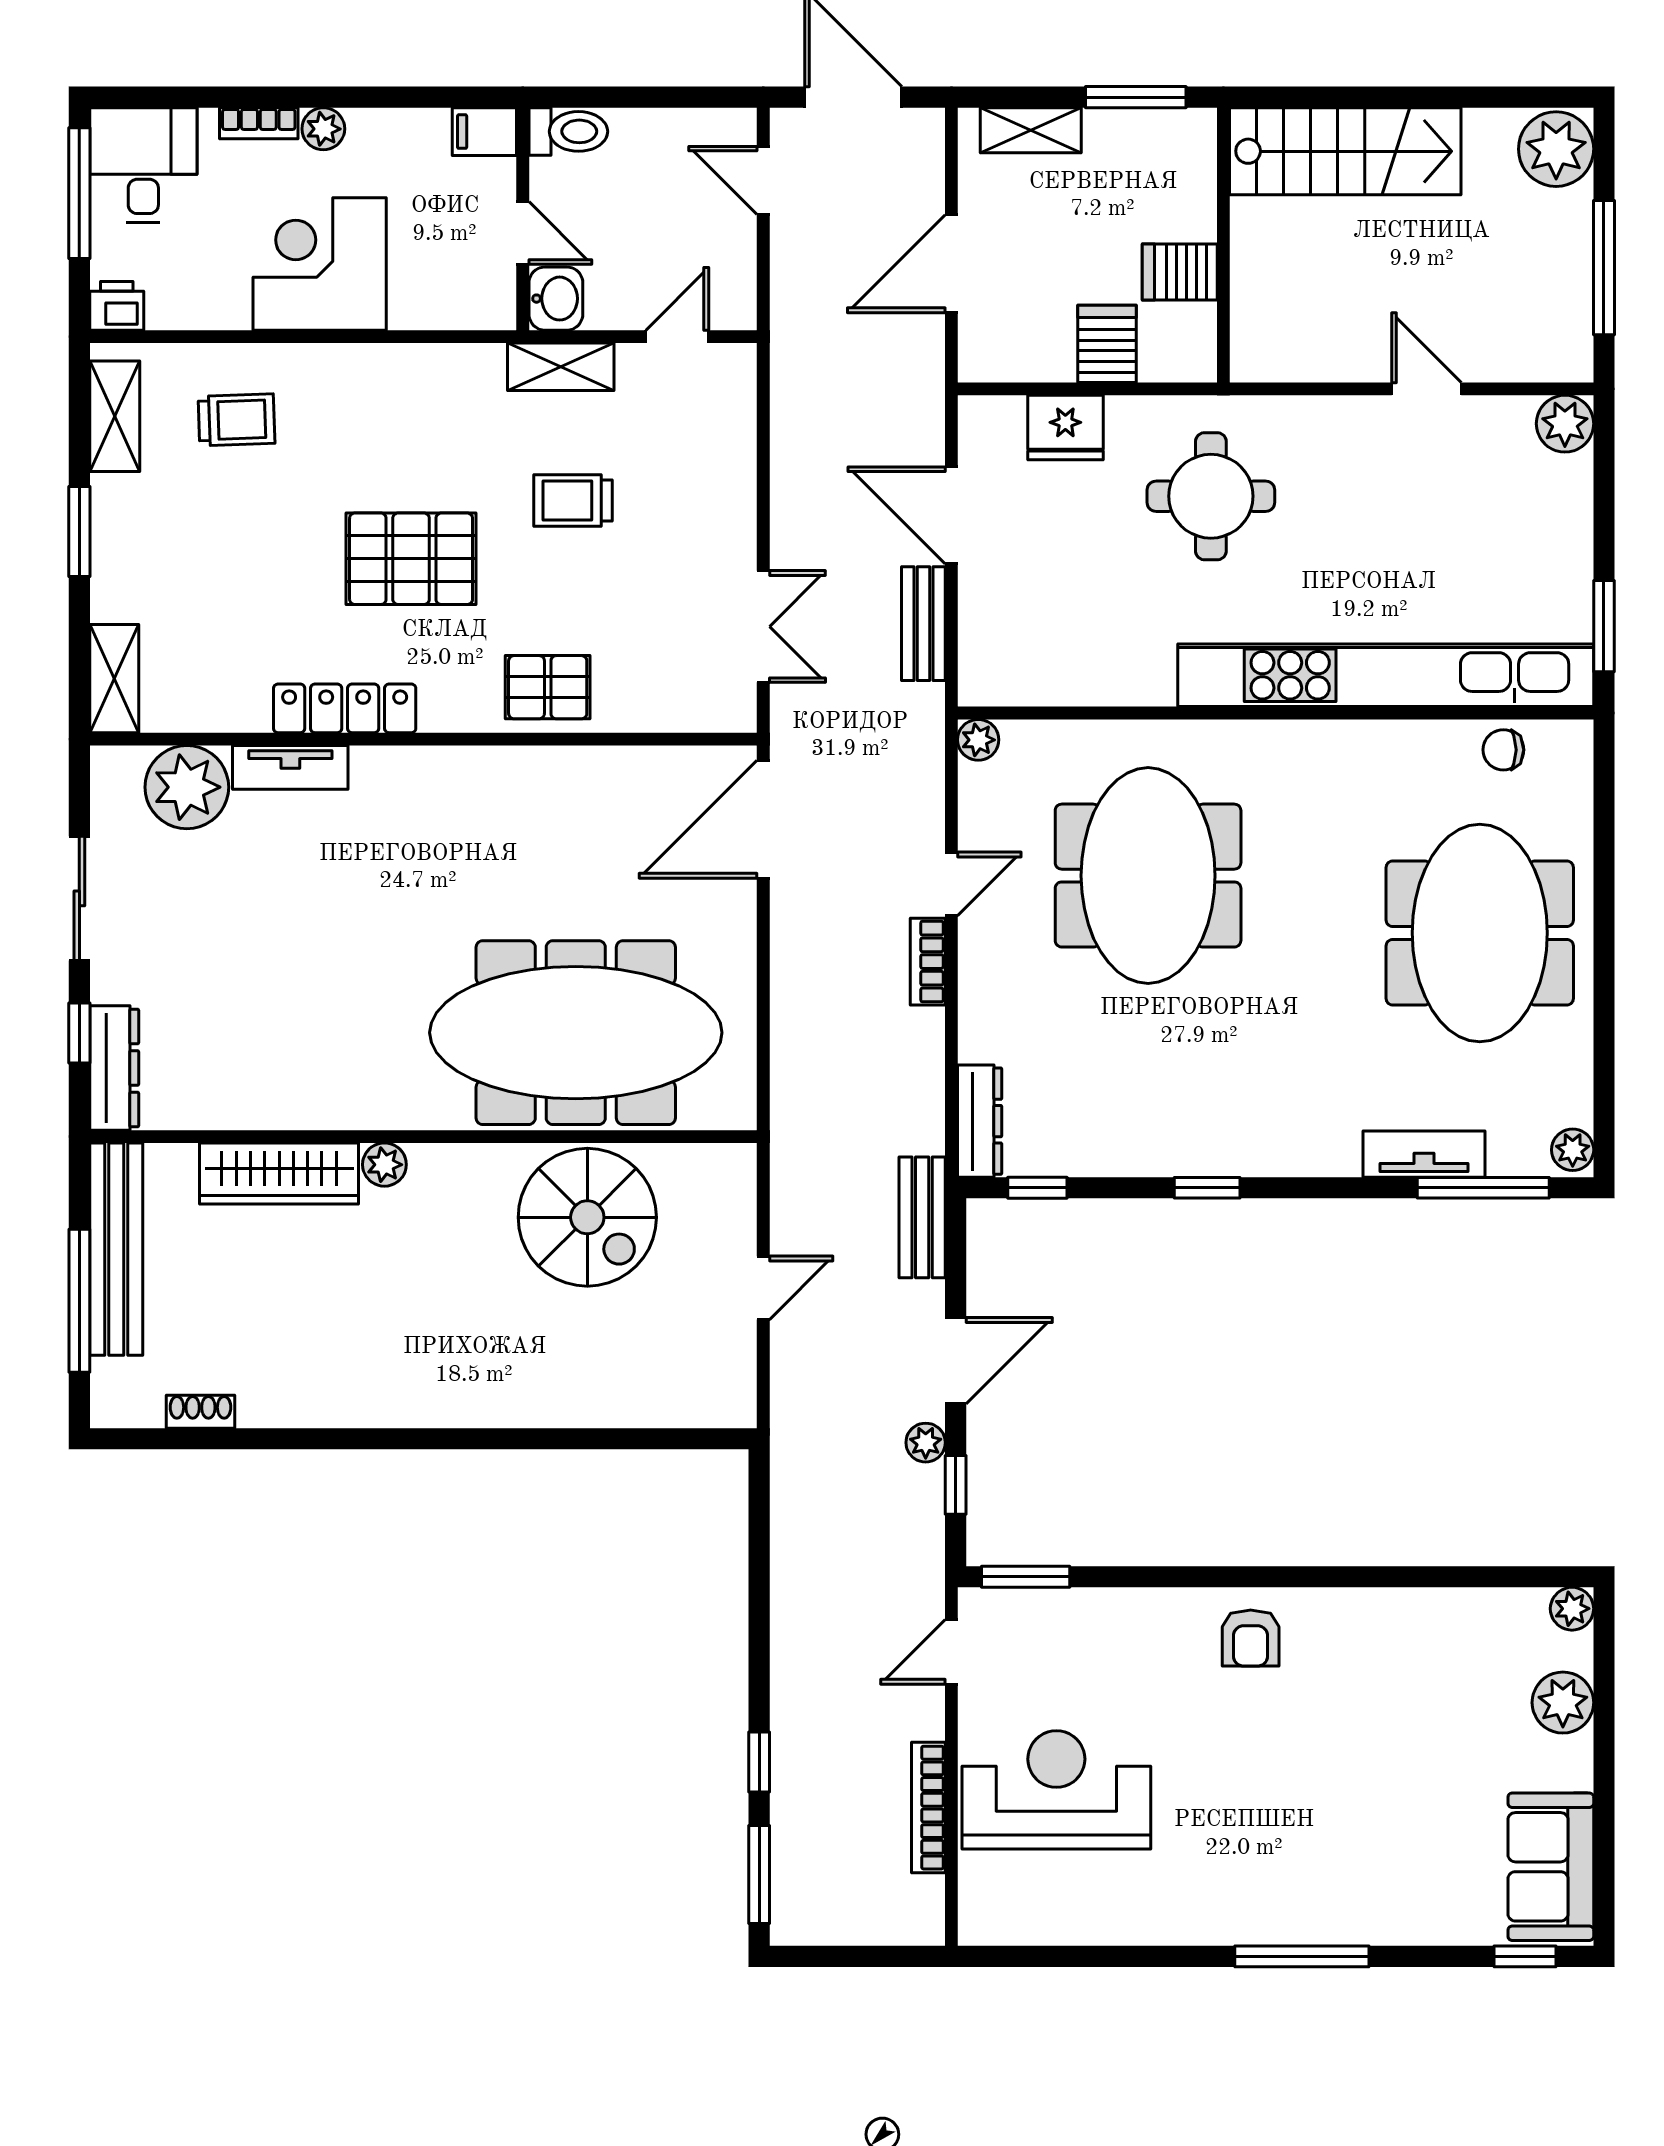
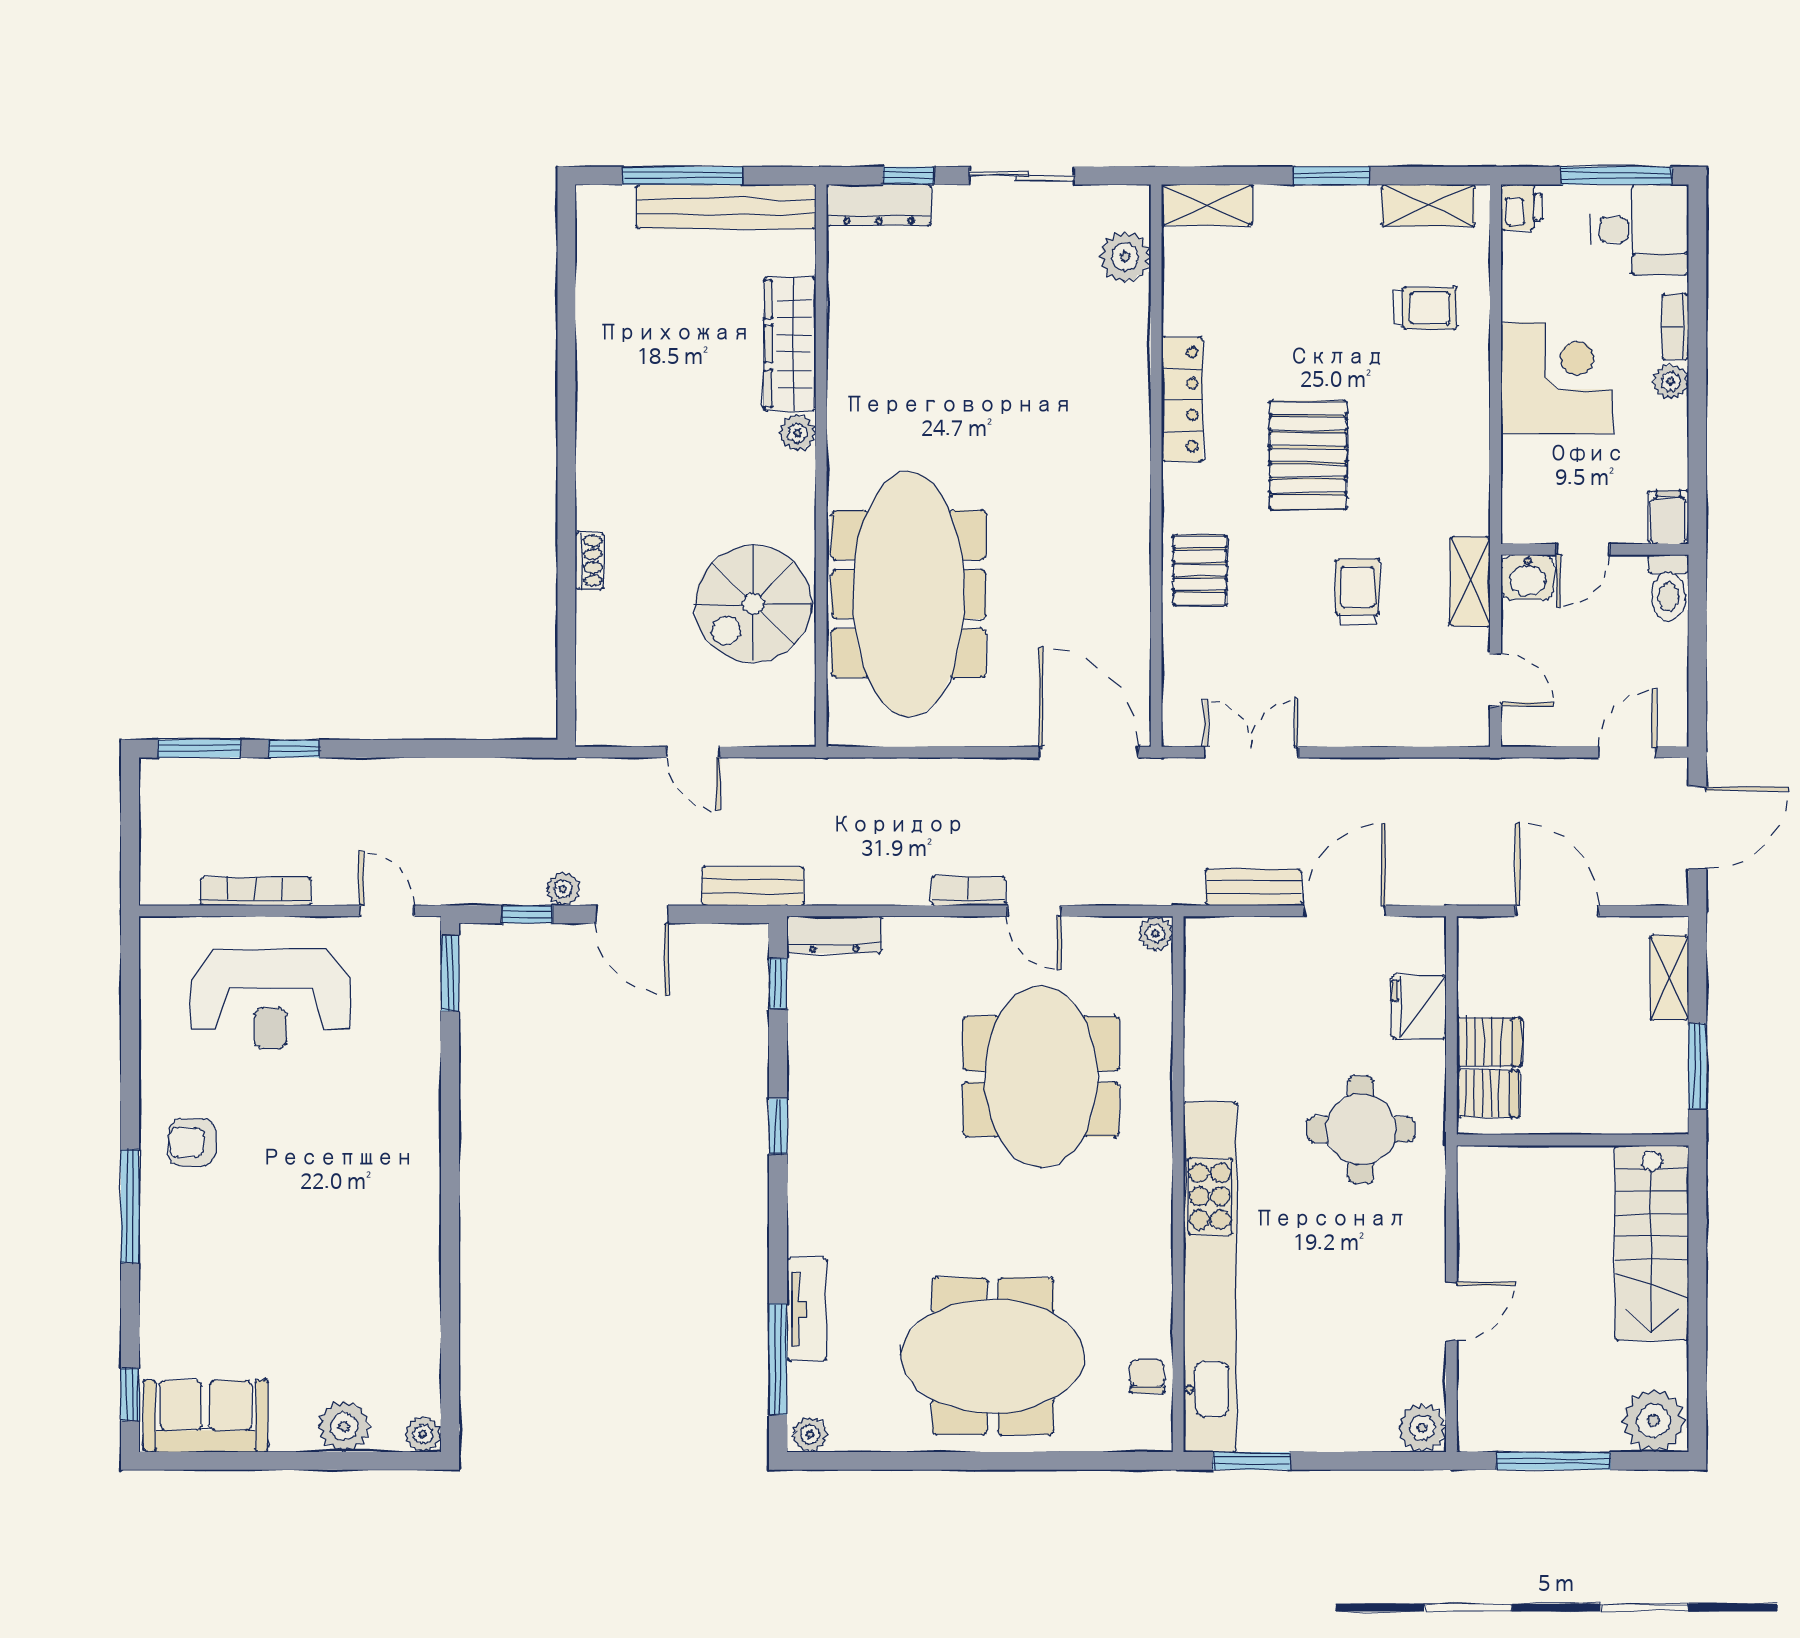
server rack: (1180, 272) -> (1488, 1094), moved, turned 90
trolley: (236, 420) -> (1425, 308), turned -88
double door: (763, 627) -> (1251, 752), swing flipped
tv unit: (290, 767) -> (1132, 354), removed
plant: (187, 787) -> (1125, 257), width x0.73, depth x0.73
meeting table: (1148, 876) -> (1041, 1077), turned 90
shoe rack: (201, 1412) -> (589, 561), moved
armchair: (1251, 1638) -> (192, 1142), moved
reception desk: (1056, 1790) -> (270, 999), turned 90

